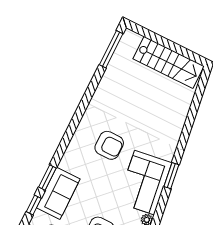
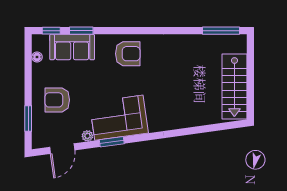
armchair: (109, 145) -> (128, 54), moved, turned -90
window: (171, 176) -> (112, 142), moved

